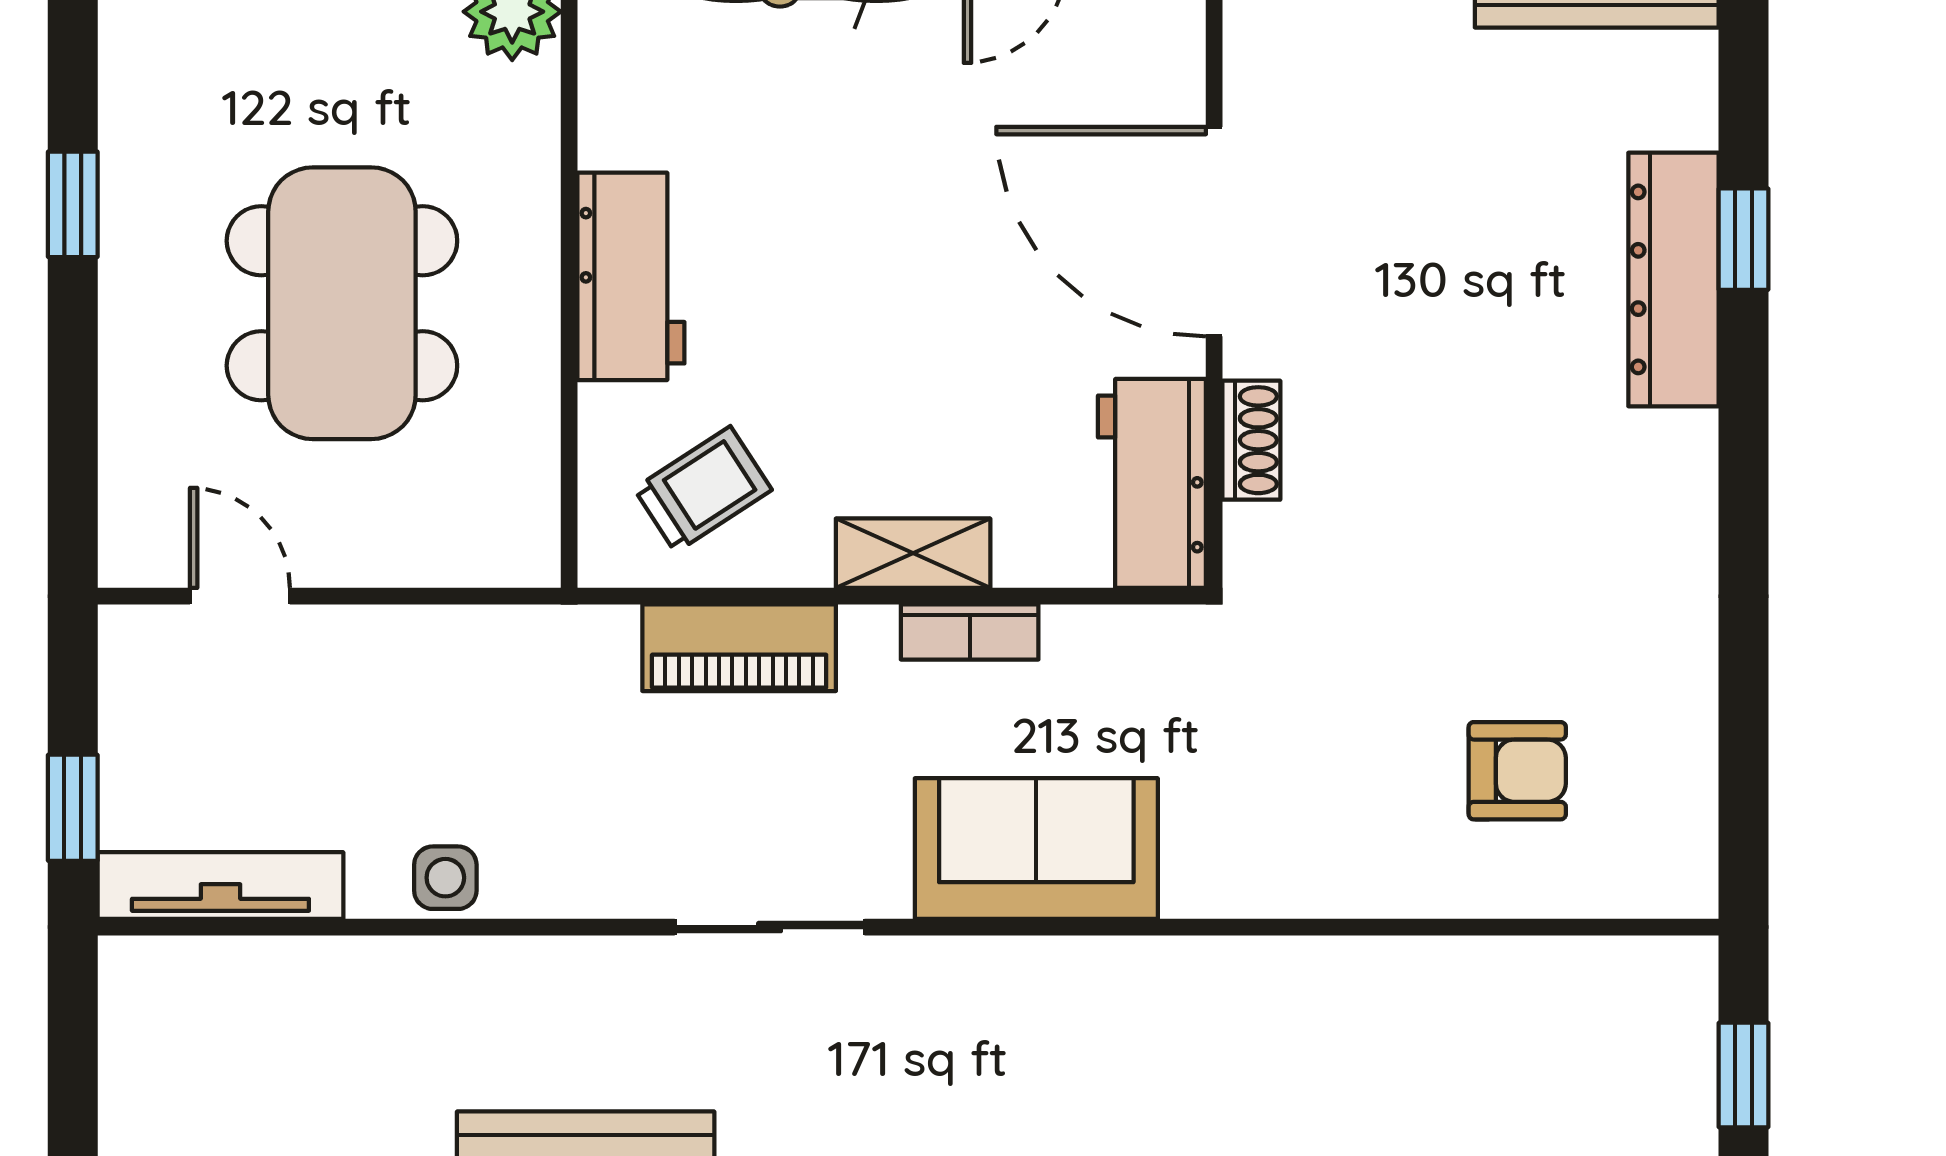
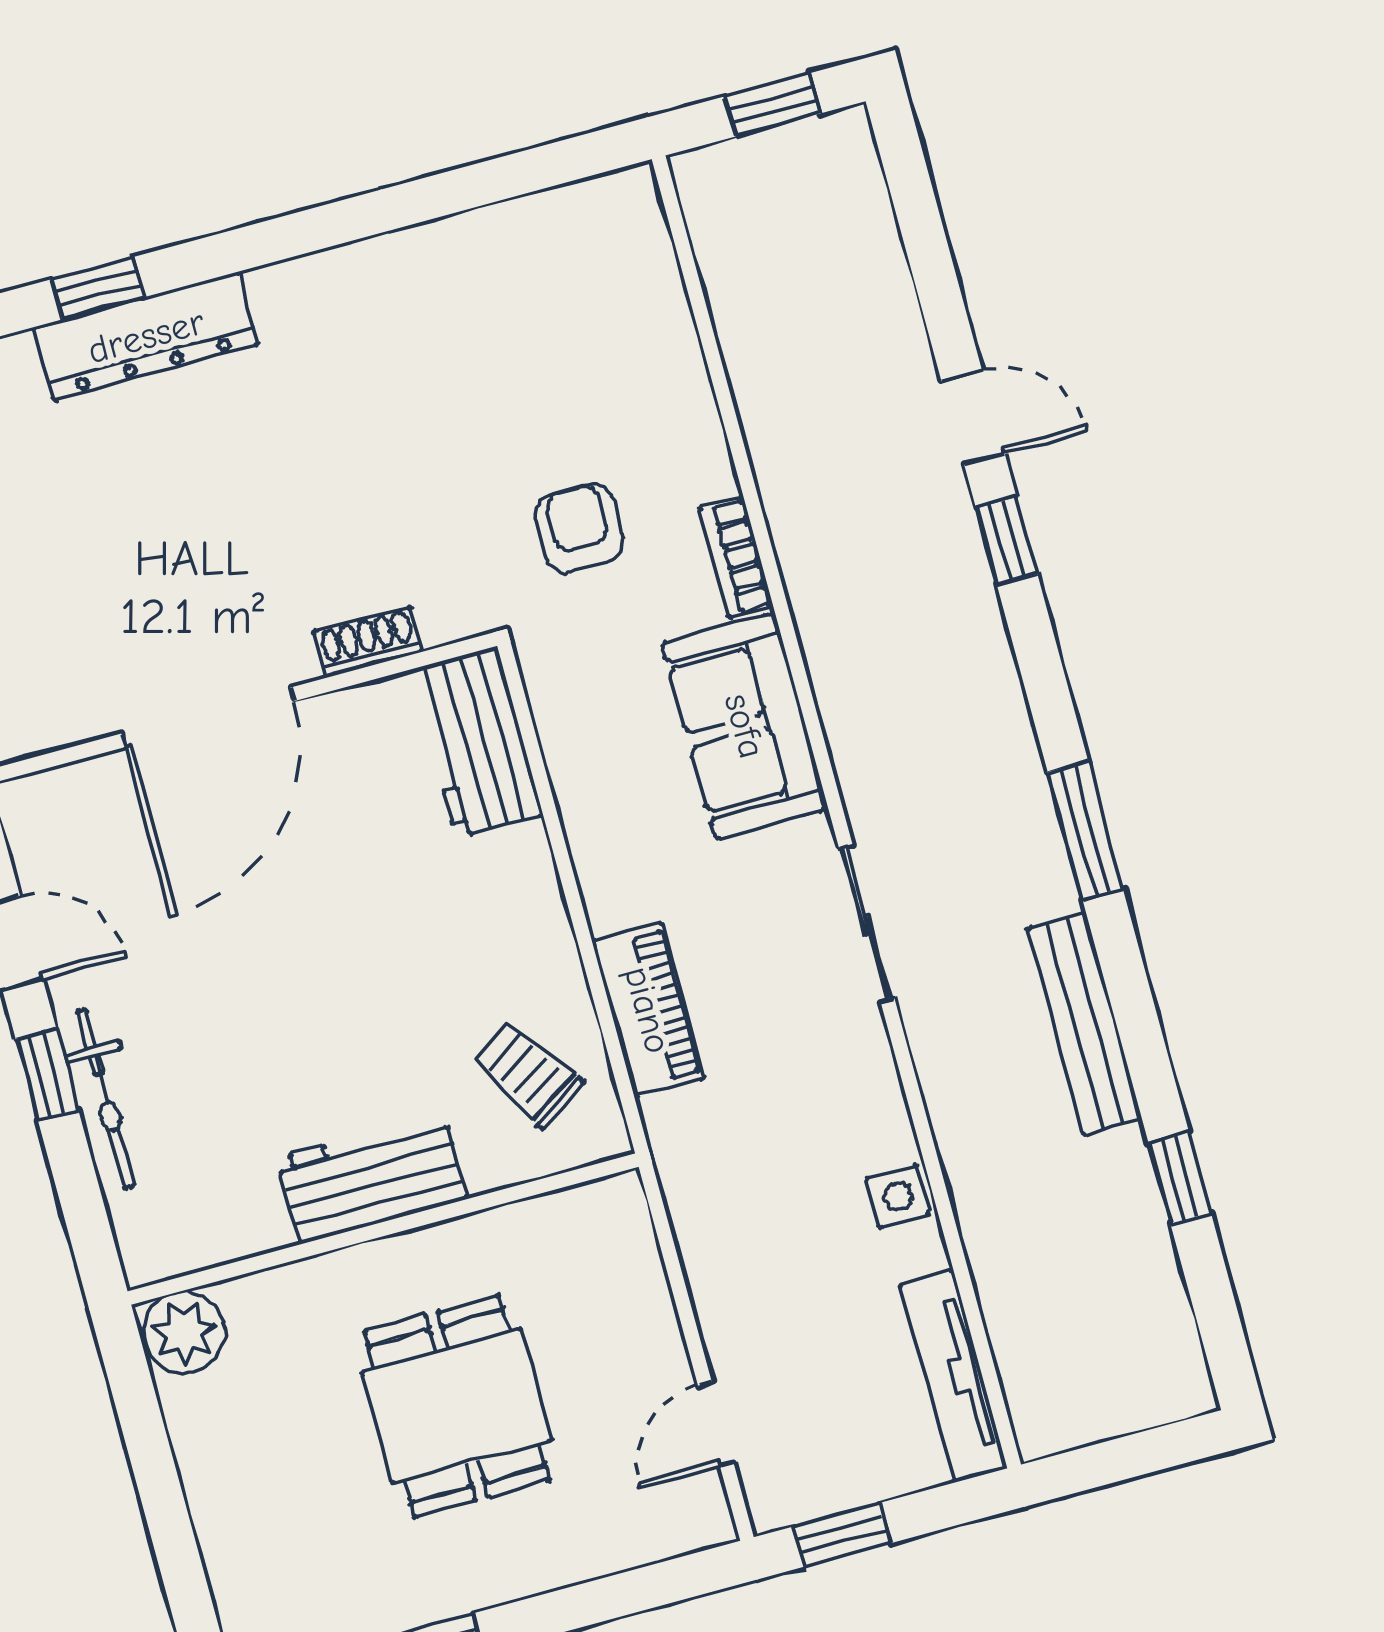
dining table: (342, 303) -> (457, 1406), width x0.73
workbench: (1152, 483) -> (477, 742), moved, turned 90
shelving: (913, 553) -> (533, 890), removed
bookcase: (970, 632) -> (736, 557), moved, turned 180
armchair: (1517, 771) -> (579, 528), moved
window: (73, 808) -> (842, 1535), moved

